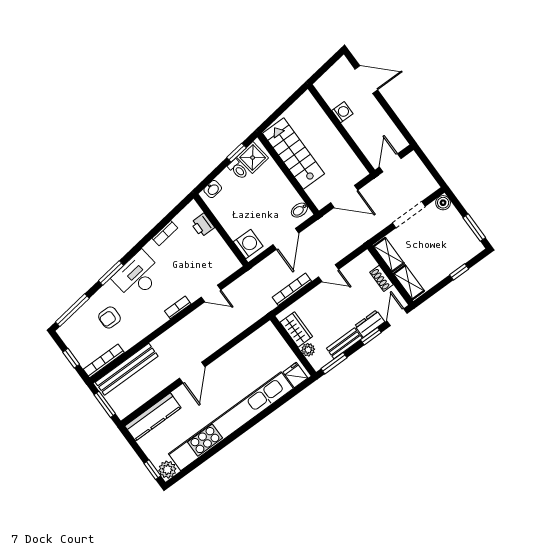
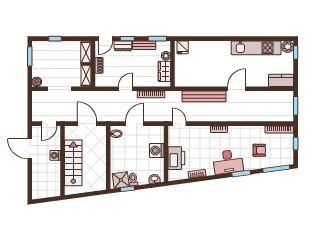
door: (366, 79) -> (30, 149), moved
washing machine: (342, 112) -> (55, 155), moved
stairs: (293, 153) -> (73, 163), moved, turned 180
printer: (203, 225) -> (176, 158), width x1.87, depth x1.48
washing machine: (248, 244) -> (157, 151), moved
door: (329, 273) -> (125, 89), hinge flipped
door: (211, 293) -> (179, 124), moved
bench: (127, 369) -> (204, 96), moved
kitchen counter: (153, 417) -> (281, 80), width x0.67
kitchen unit: (231, 421) -> (256, 48), width x0.54

